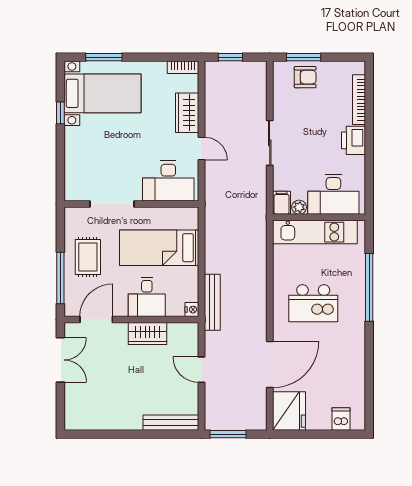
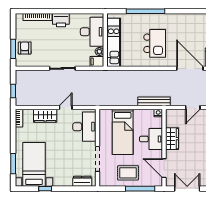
dresser: (73, 177) -> (82, 181), added

